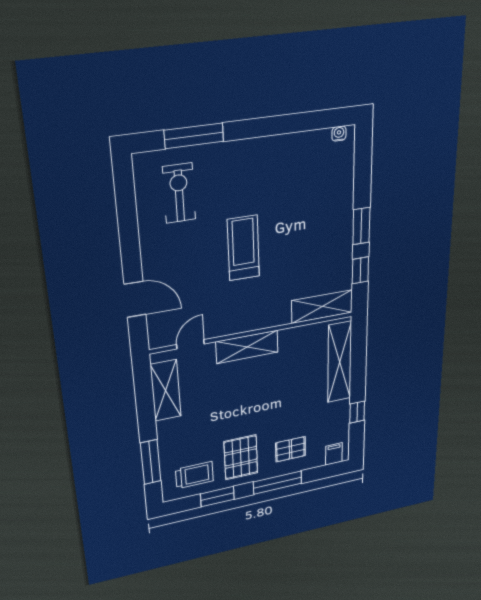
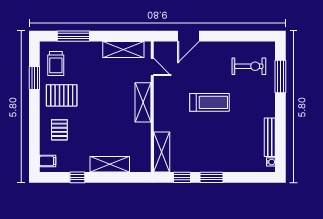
bench: (298, 141) -> (270, 137), added
shelving: (340, 362) -> (110, 164), width x0.68
window: (278, 483) -> (34, 120), removed

